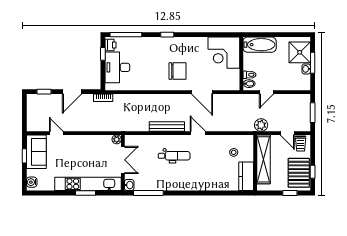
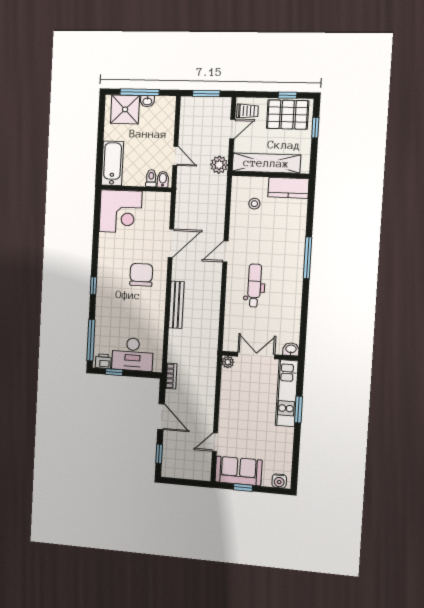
window: (313, 63) -> (140, 92), width x1.44
bench: (167, 127) -> (176, 305), moved
kitchen unit: (88, 184) -> (287, 393), width x0.73
window: (148, 193) -> (308, 258), moved

